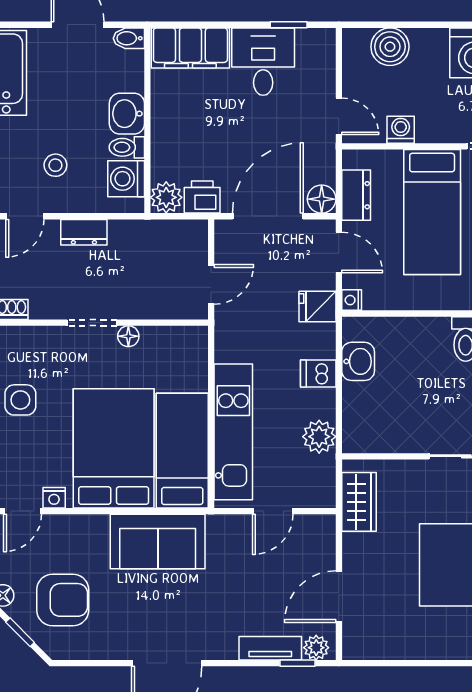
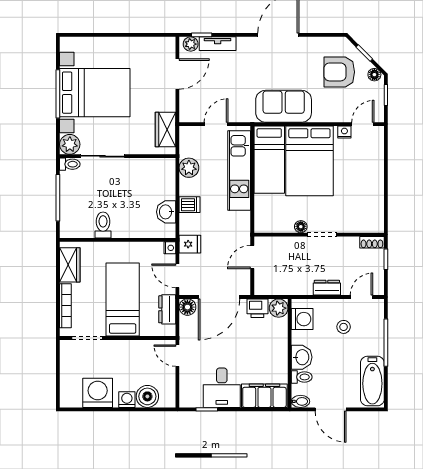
washing machine: (401, 130) -> (127, 400), moved, turned 180
toilet: (127, 147) -> (302, 377), moved
side table: (20, 400) -> (364, 189), removed

